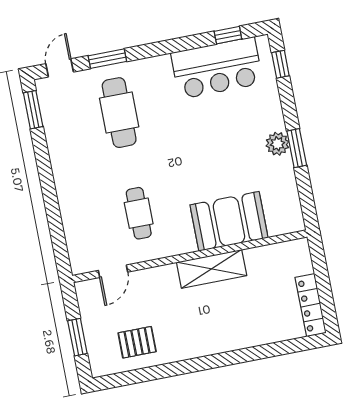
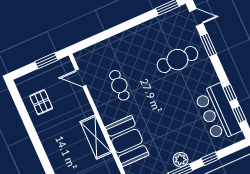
window: (190, 42) -> (230, 93), added
window: (280, 64) -> (210, 159), moved
cafe table: (139, 213) -> (119, 85), turned 90
window: (77, 337) -> (46, 61), moved

